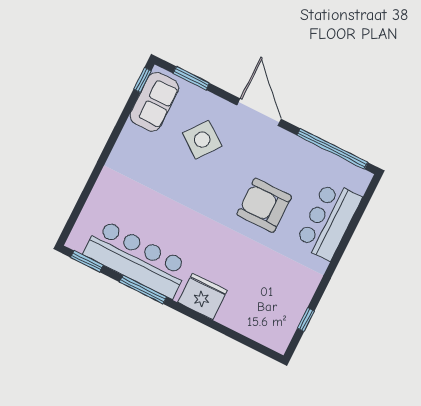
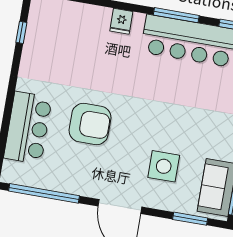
side table: (202, 140) -> (164, 166), turned -37
fridge: (203, 296) -> (121, 21), width x0.53, depth x0.75

